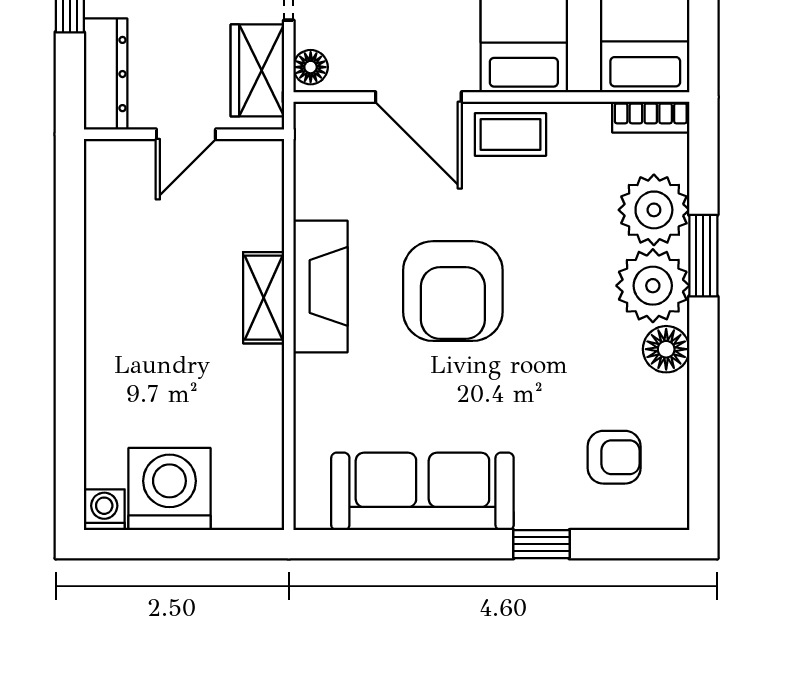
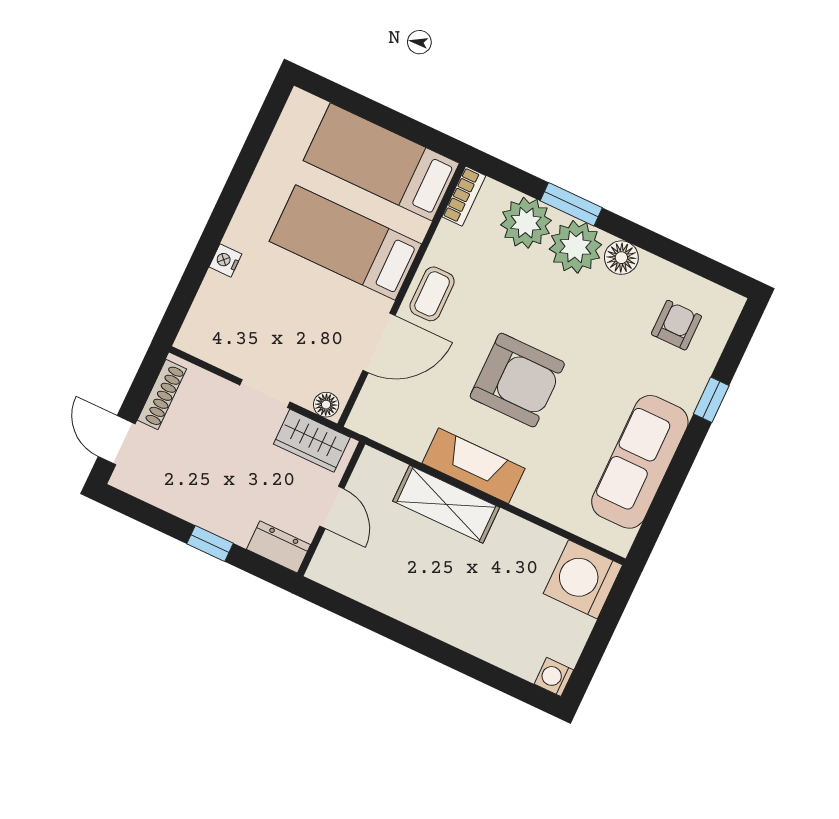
dresser: (106, 74) -> (279, 547), width x0.70
shelving: (264, 298) -> (446, 504), width x1.50, depth x1.33
washing machine: (169, 489) -> (583, 579), moved

